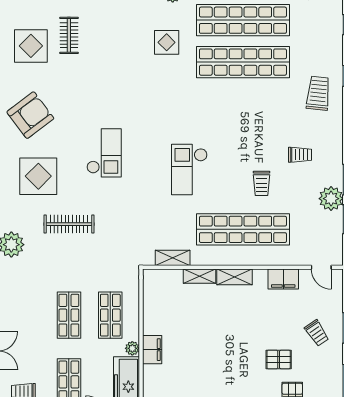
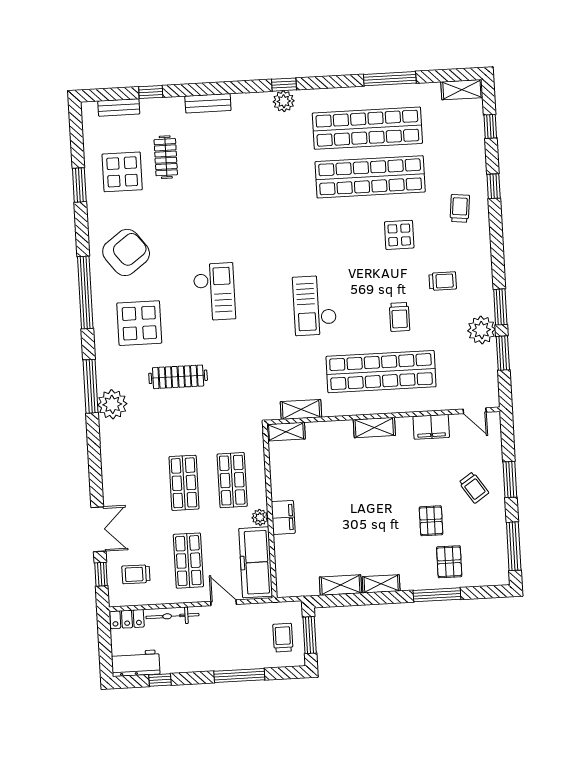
display table: (167, 42) -> (399, 235), moved
trolley: (318, 93) -> (460, 208), width x0.73, depth x0.72
shelving: (200, 276) -> (286, 432), moved
pallet: (279, 359) -> (431, 521), turned 90

